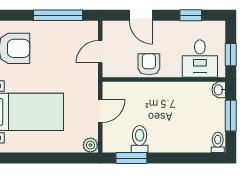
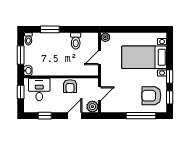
window: (58, 15) -> (141, 116), moved
door: (141, 15) -> (75, 116), hinge flipped
plant: (112, 30) -> (92, 107), added
window: (131, 158) -> (50, 29), moved

